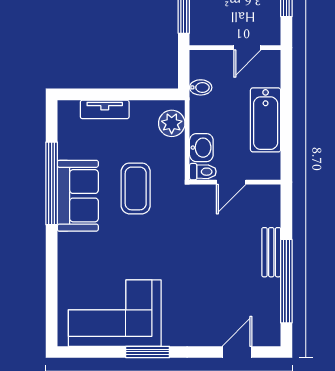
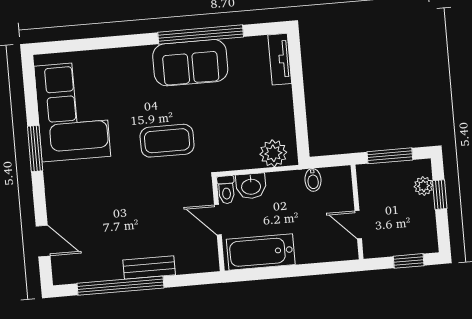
tv unit: (105, 109) -> (280, 59), moved
bathtub: (266, 120) -> (261, 252), moved
coffee table: (136, 188) -> (167, 141), moved

